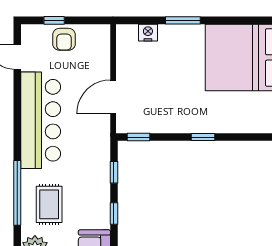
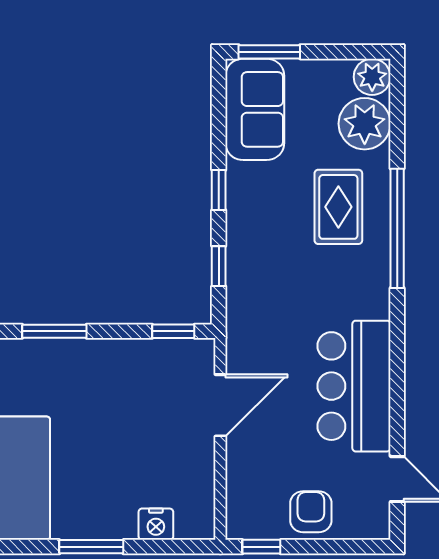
window: (54, 20) -> (261, 547), moved
bar counter: (41, 120) -> (354, 386), width x0.73
window: (203, 137) -> (54, 331), width x1.50

